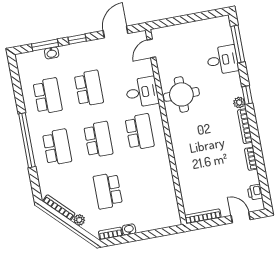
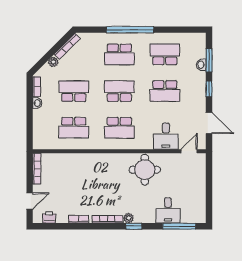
door: (151, 48) -> (189, 151), hinge flipped
desk: (142, 92) -> (166, 136), moved
school desk: (48, 96) -> (165, 54), turned 180
school desk: (98, 140) -> (119, 91), turned 180
school desk: (149, 183) -> (74, 128), added

